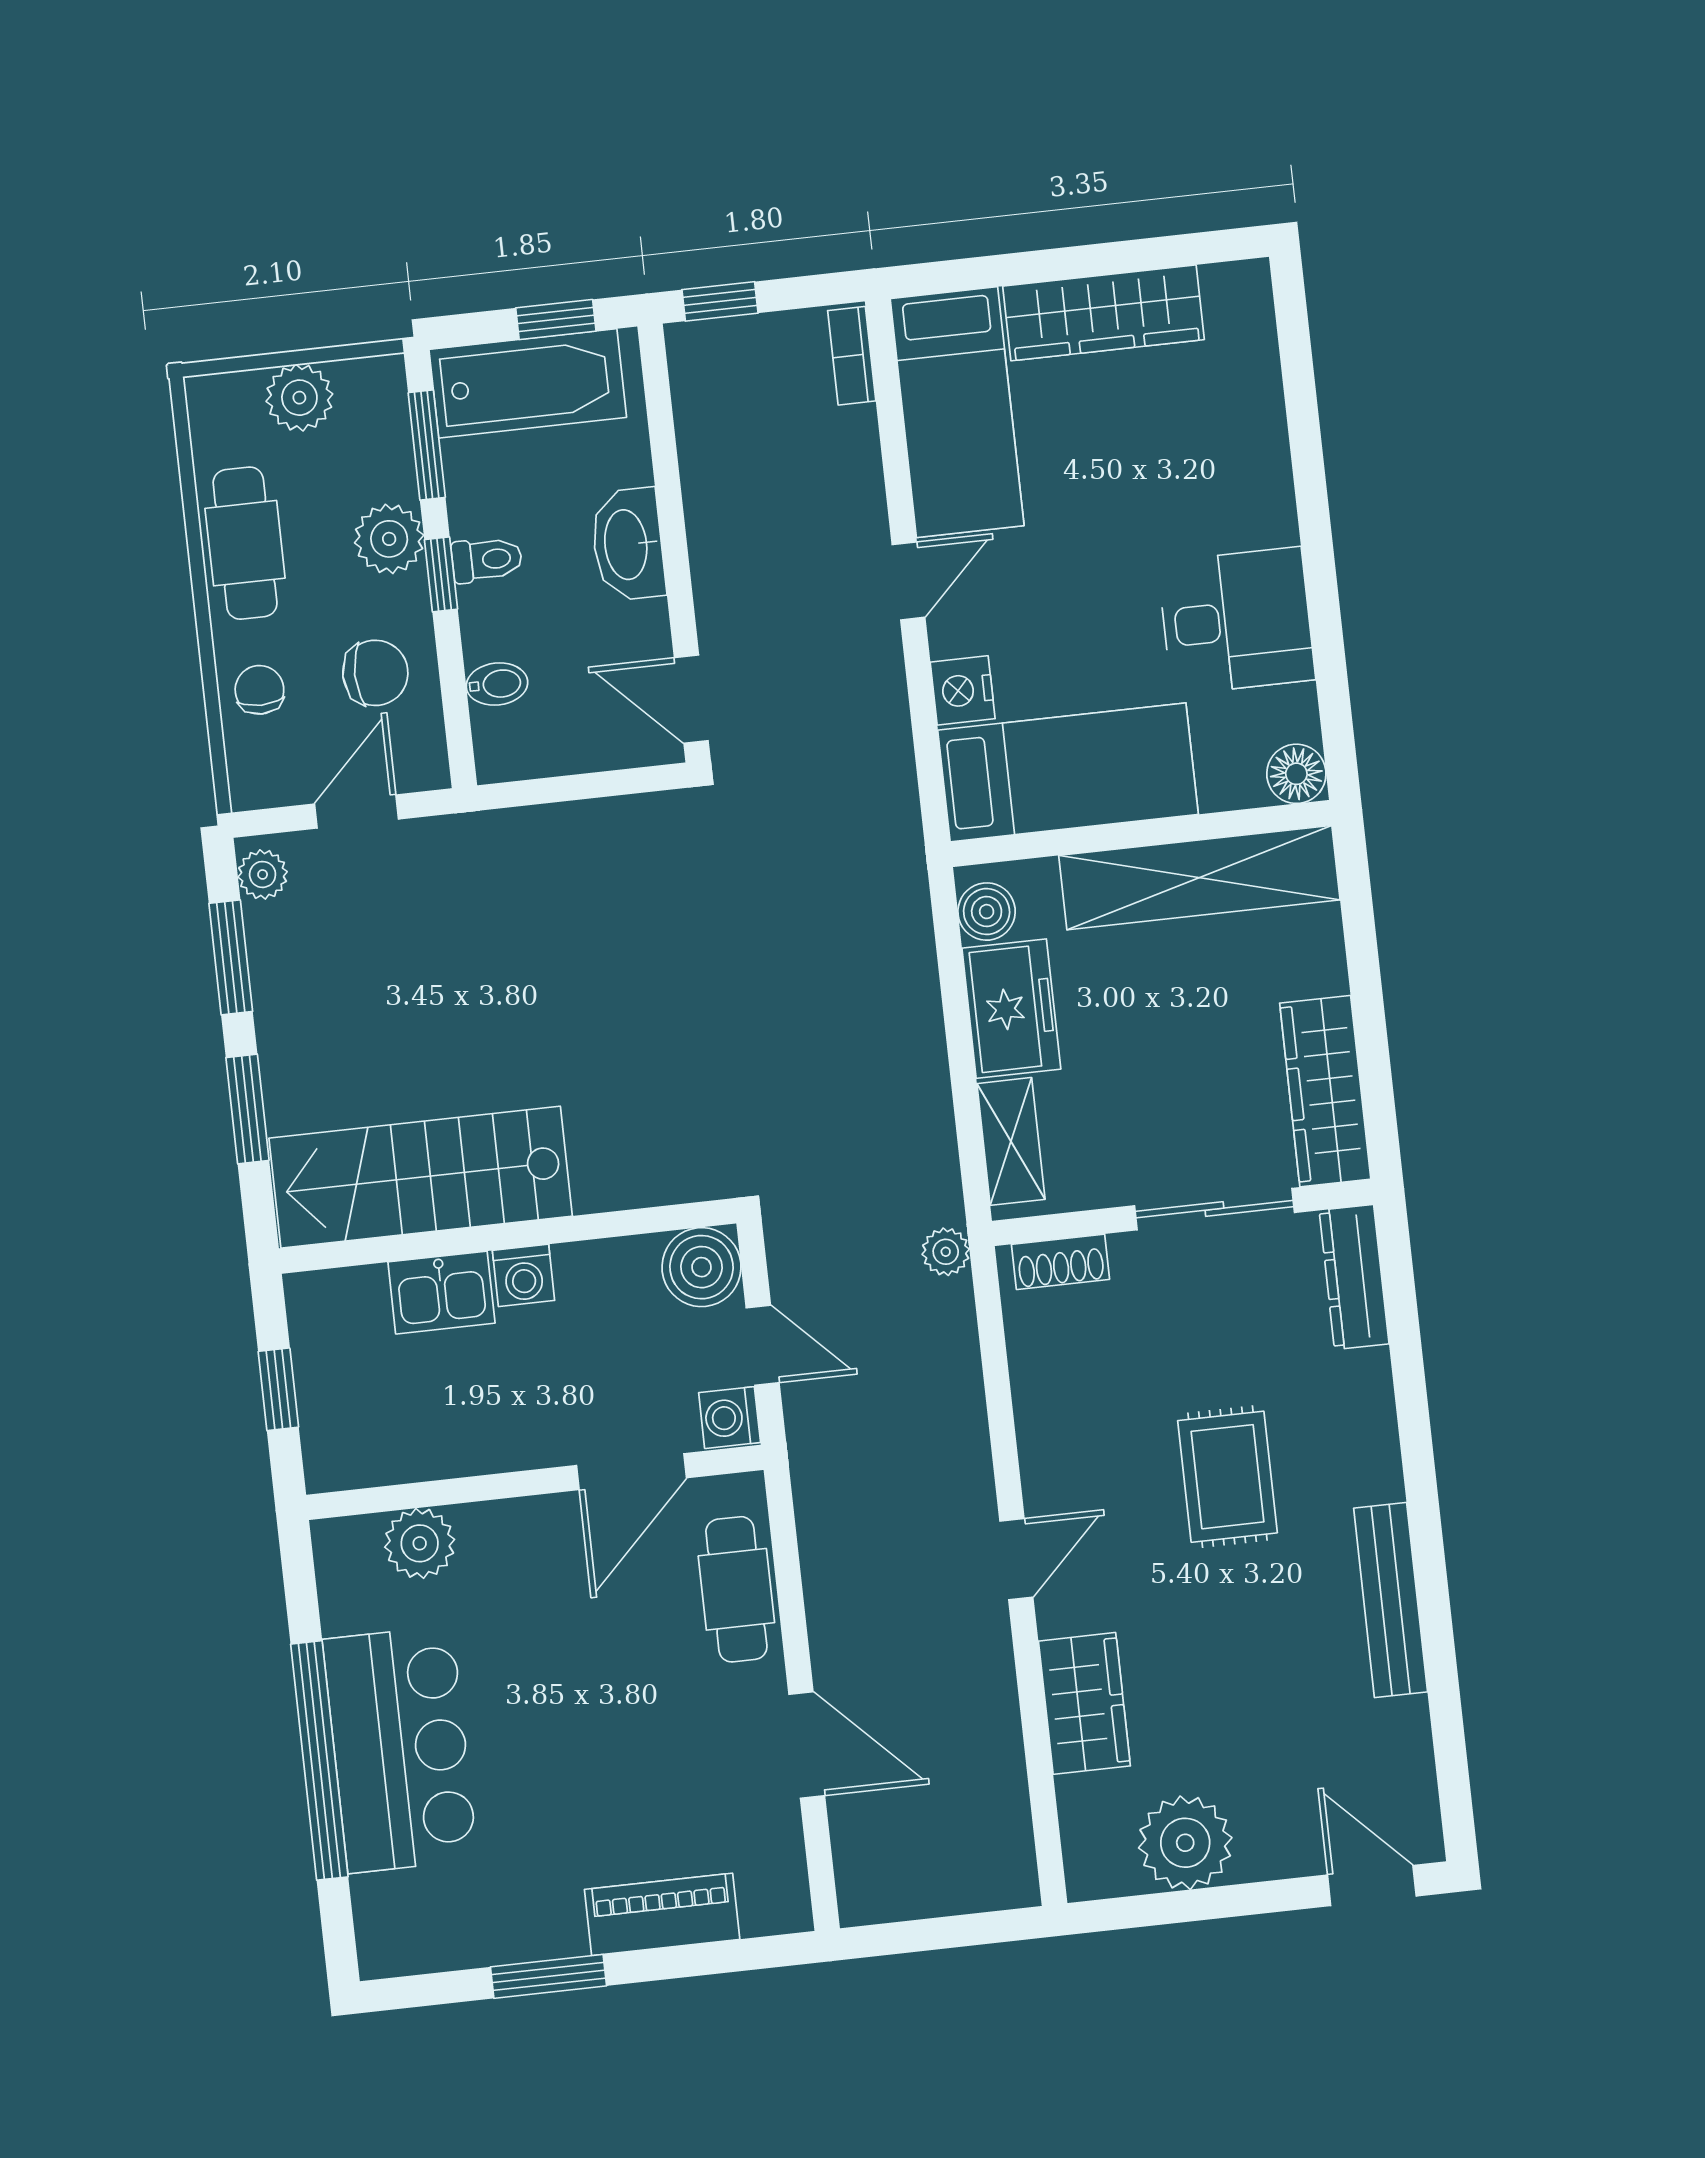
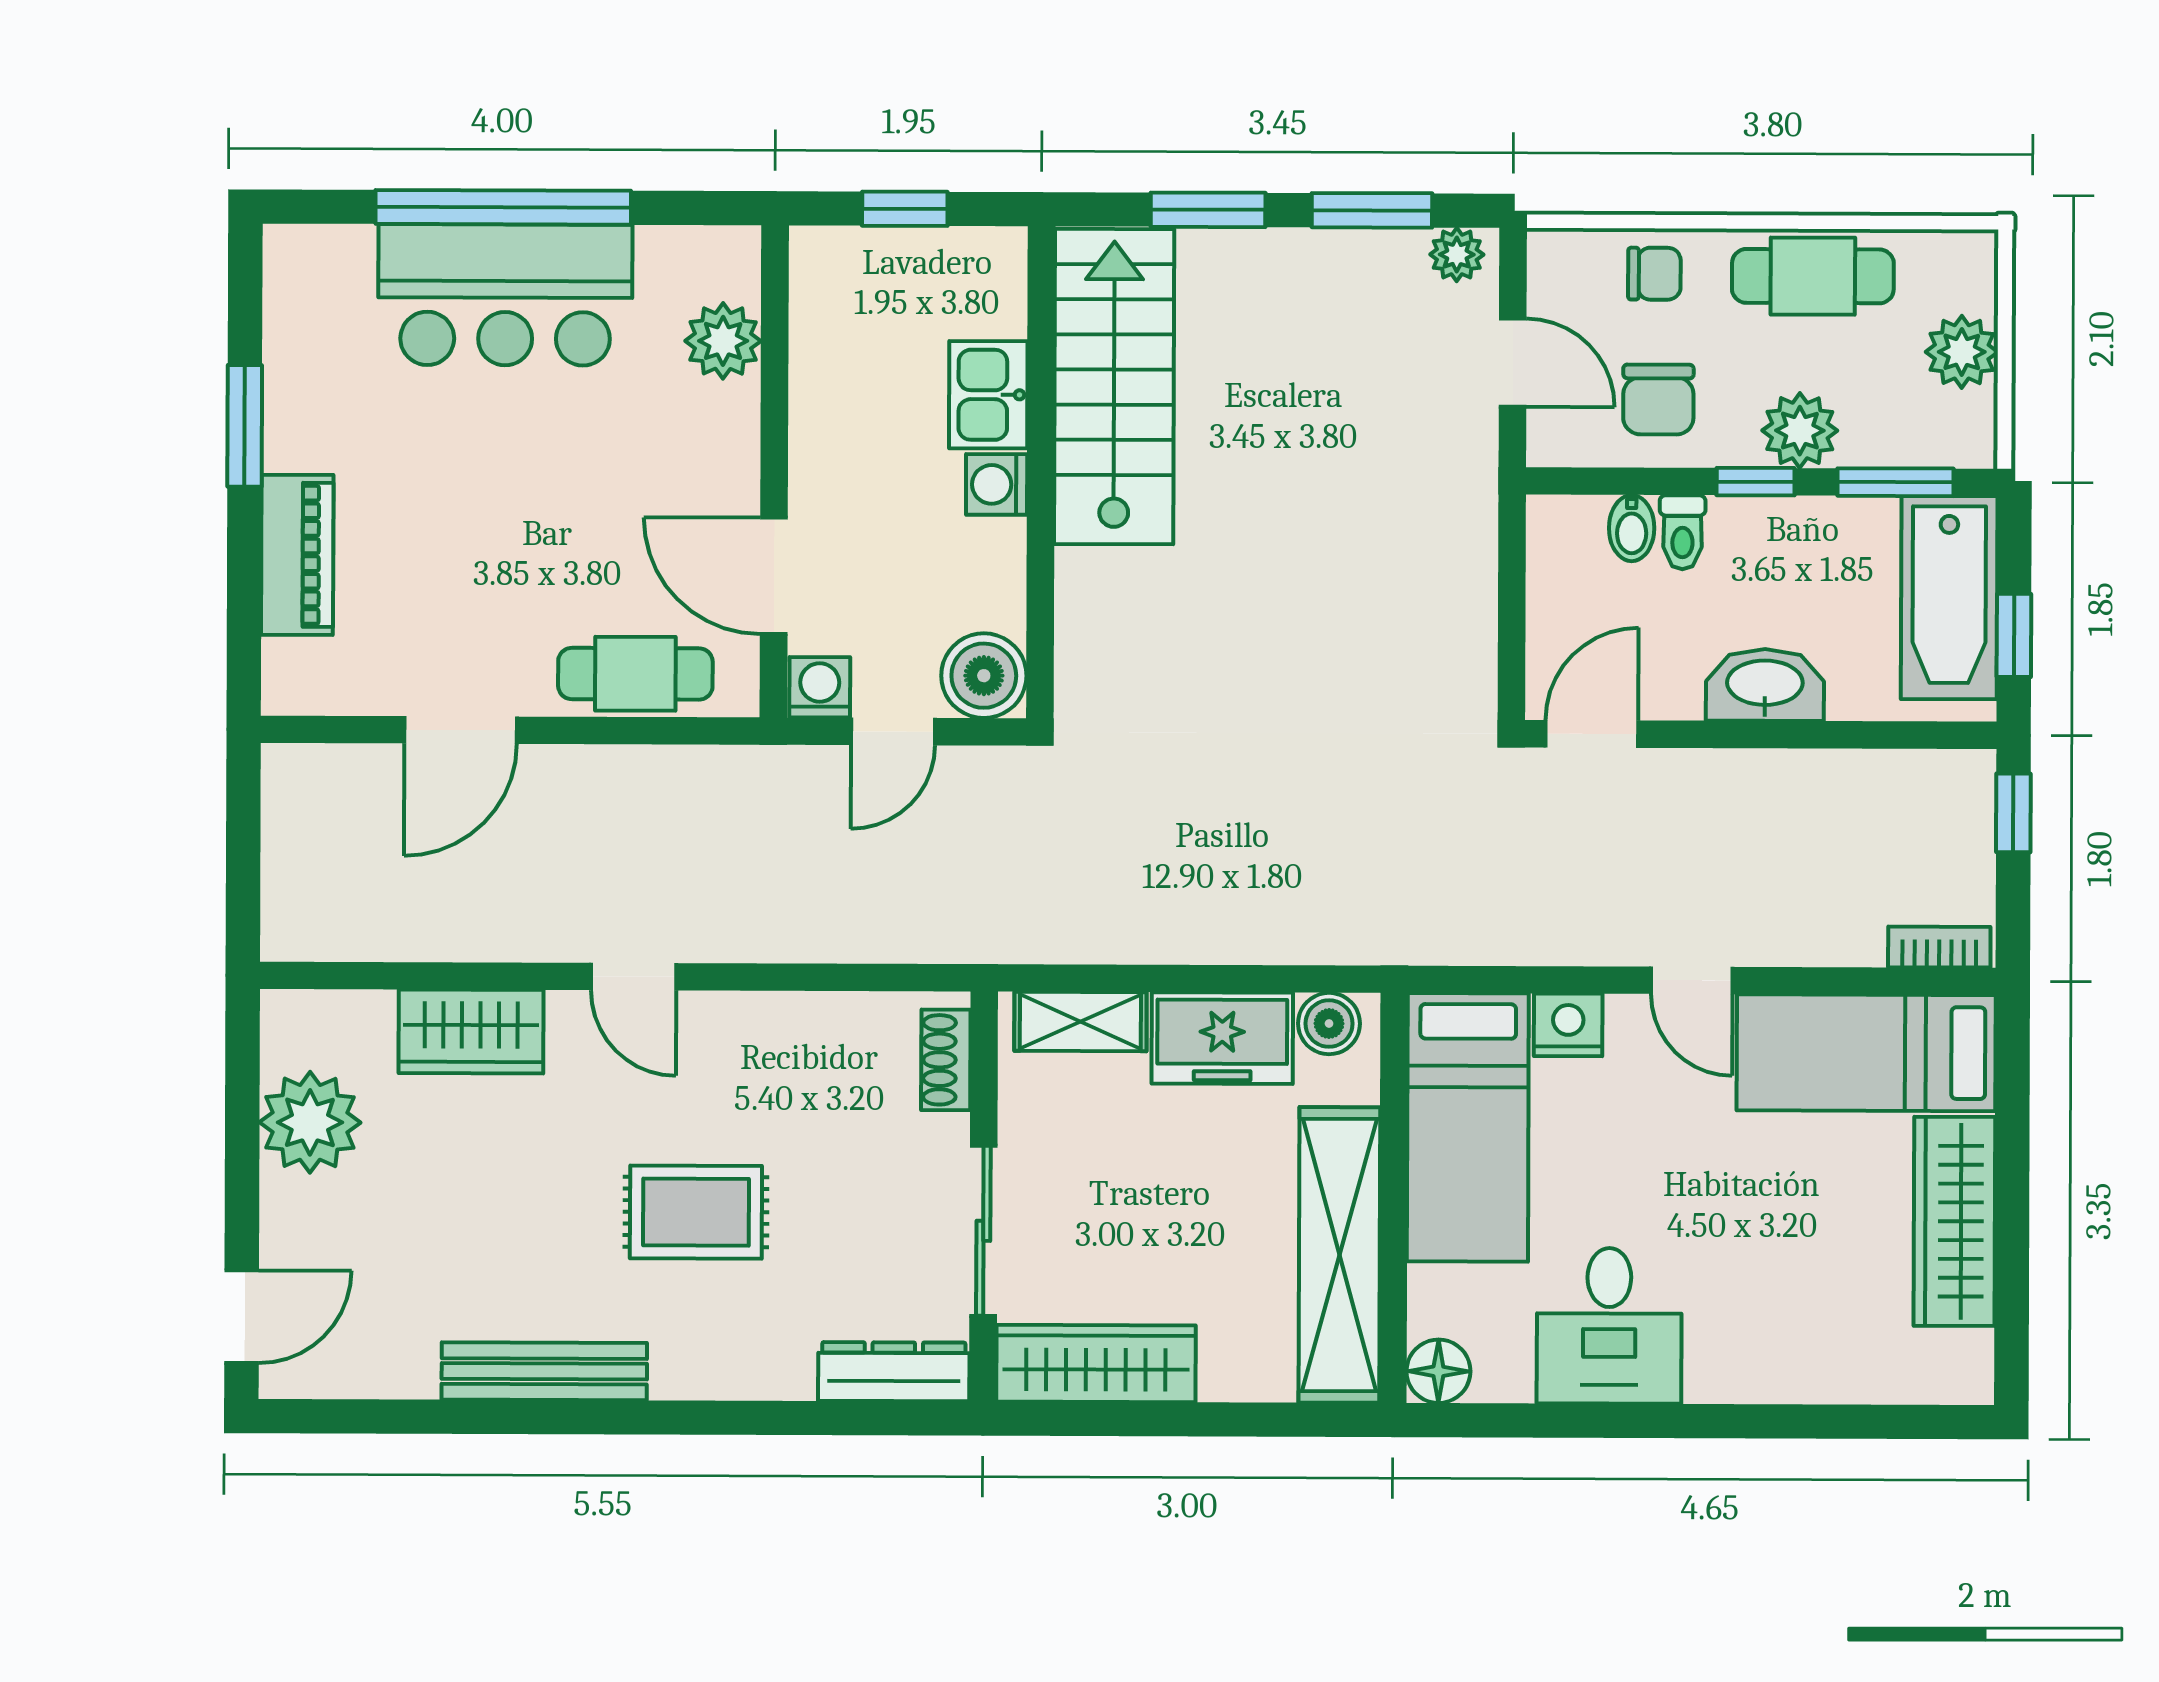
toilet: (487, 560) -> (1682, 532), moved
plant: (946, 1252) -> (971, 938), removed

